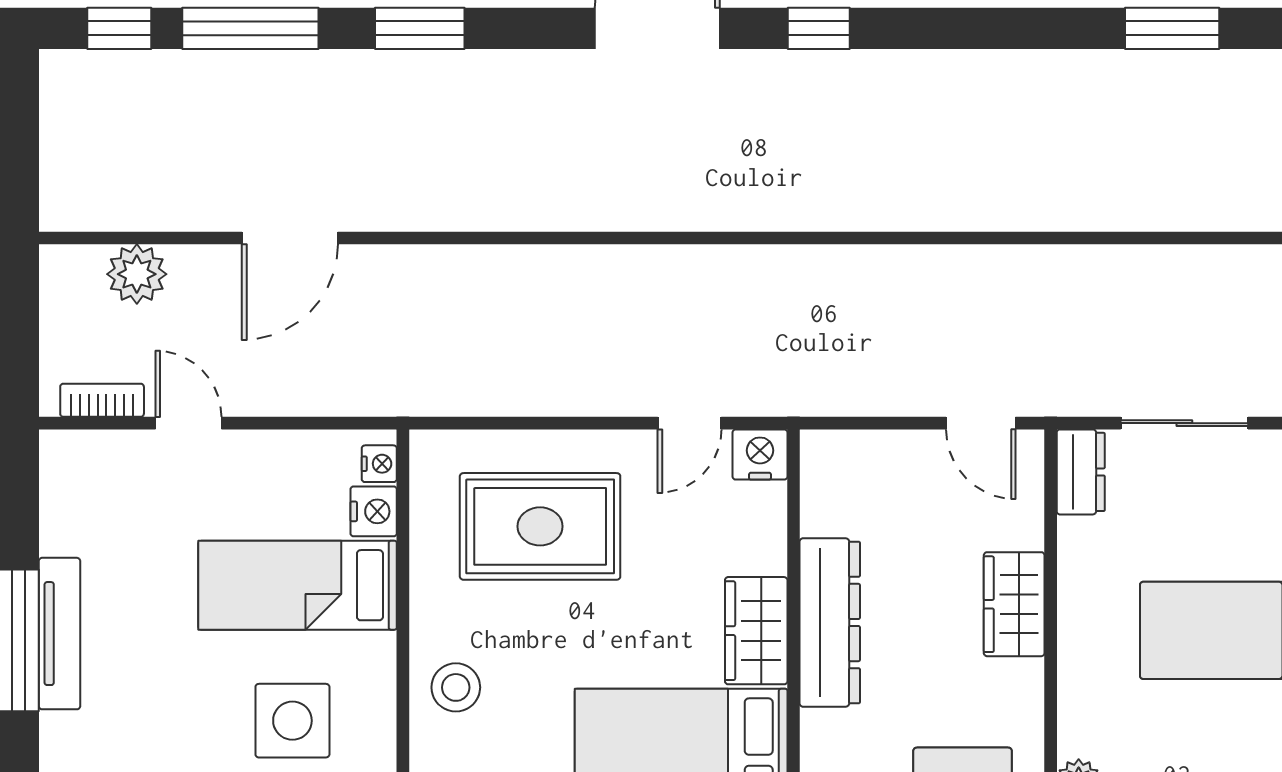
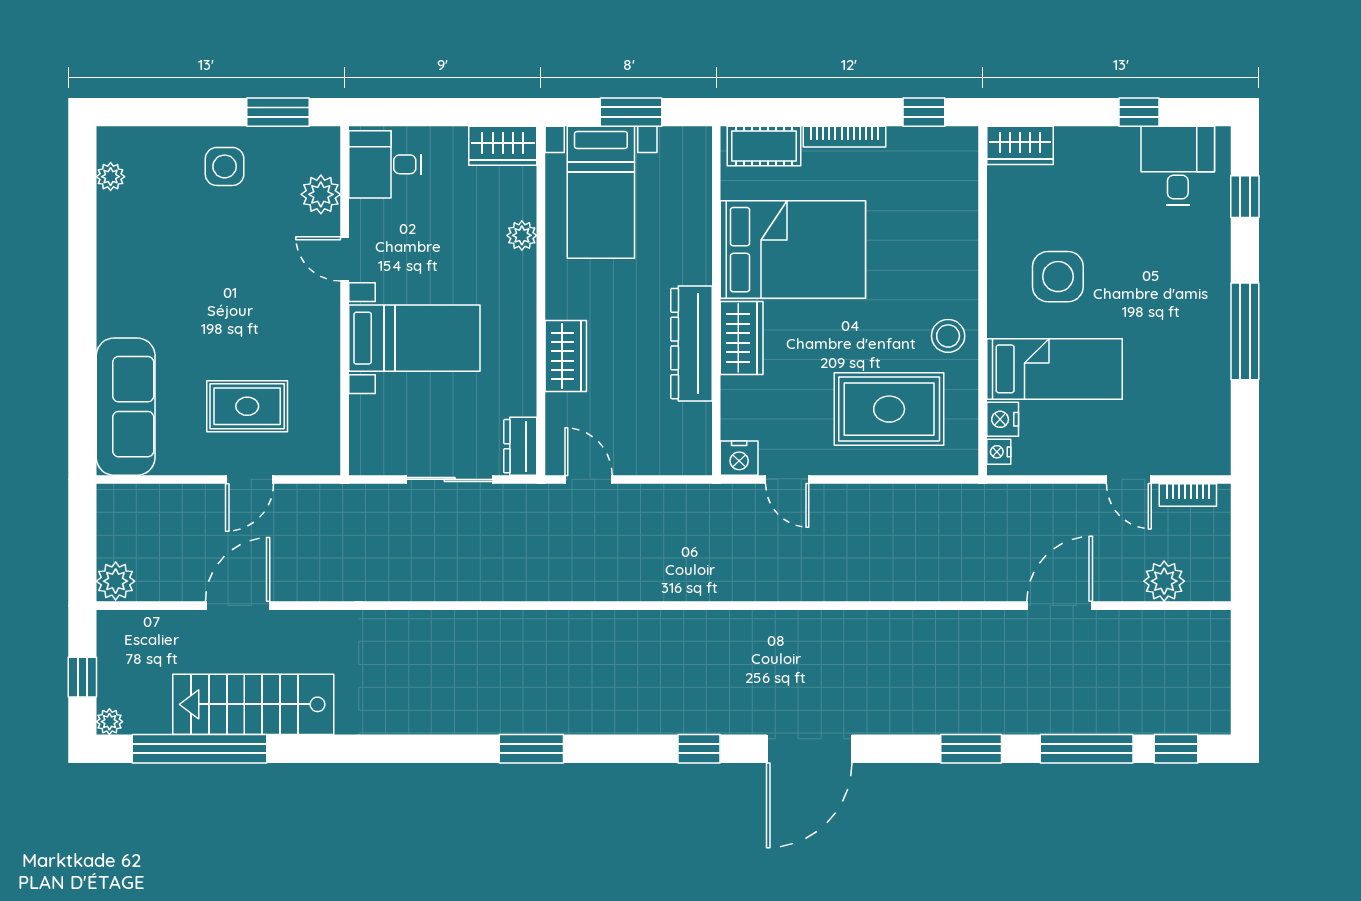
window: (1172, 28) -> (531, 749), moved
door: (689, 423) -> (787, 479), swing flipped
tv unit: (60, 634) -> (1217, 336), removed
stool: (456, 687) -> (948, 336), moved

